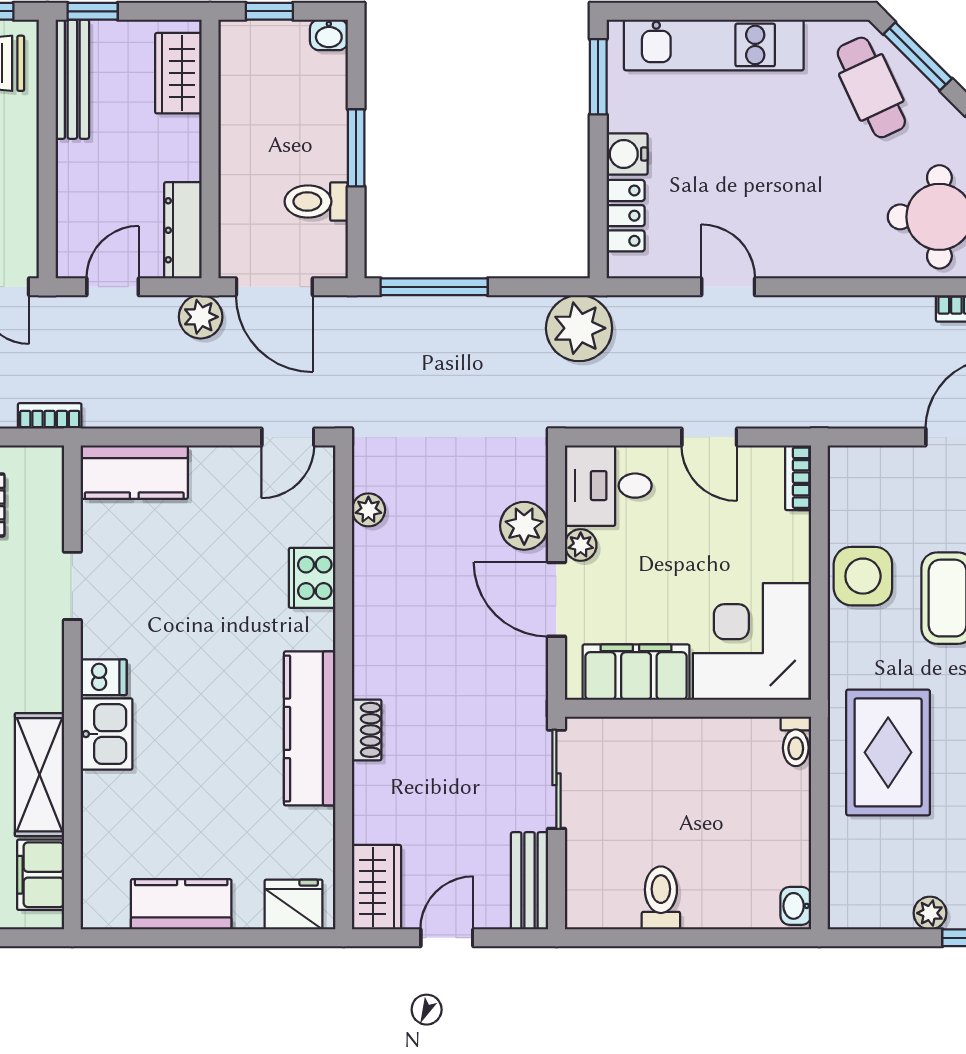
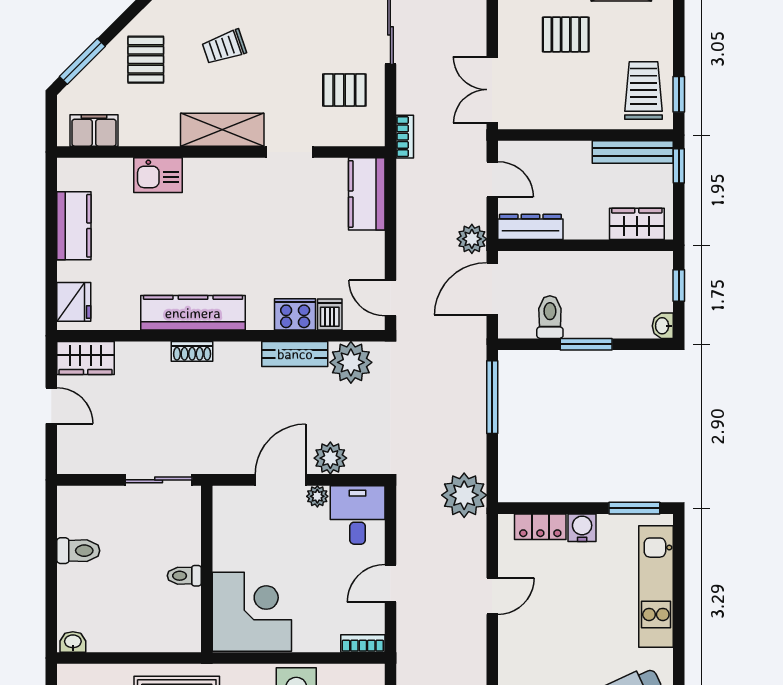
plant: (368, 510) -> (351, 362), width x1.88, depth x1.88
filing cabinet: (636, 672) -> (231, 534), removed
dishwasher: (104, 677) -> (330, 315), moved, turned 180
kitchen sink: (107, 734) -> (158, 175), moved
toilet: (796, 741) -> (184, 576), moved
shelving: (39, 775) -> (222, 130), moved
bench: (530, 881) -> (295, 354), moved

